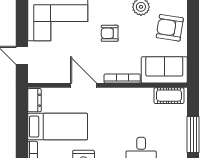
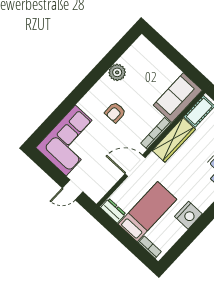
armchair: (170, 28) -> (151, 66), removed
wardrobe: (130, 96) -> (174, 140), added

